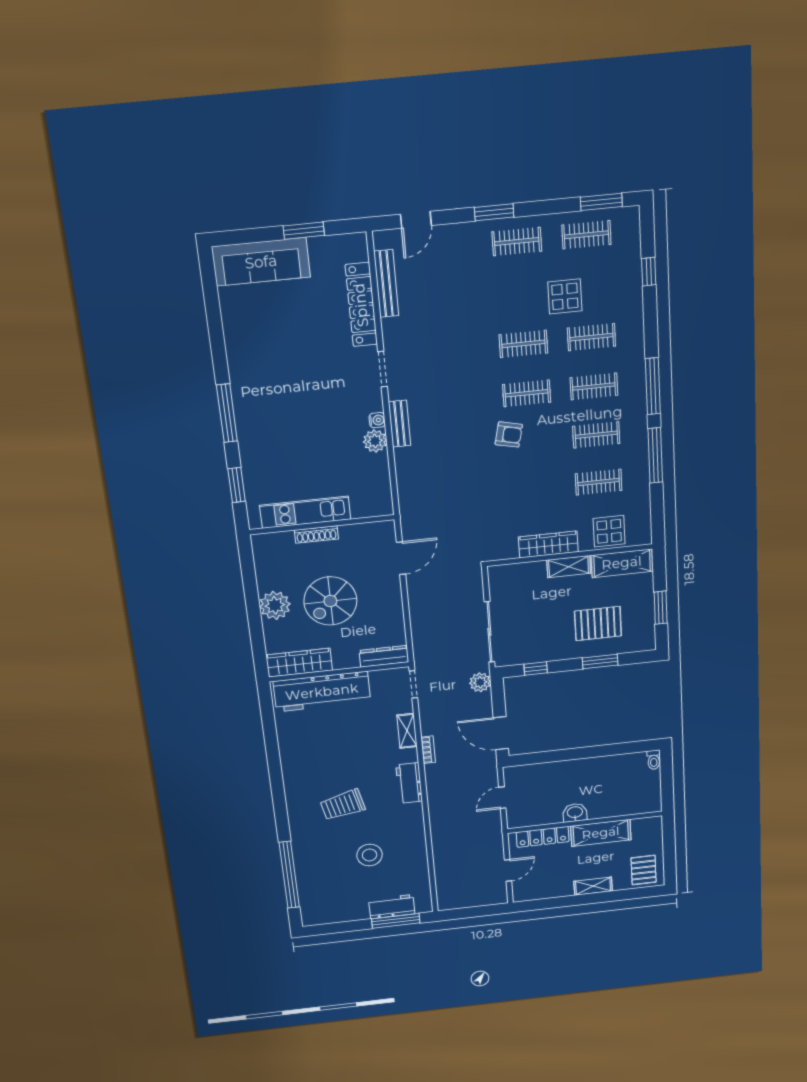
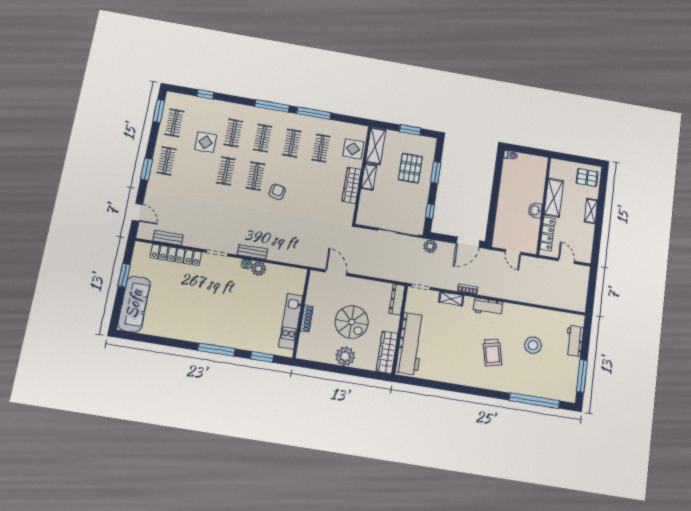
bench: (386, 284) -> (168, 238), width x0.73
window: (396, 921) -> (582, 376), moved

